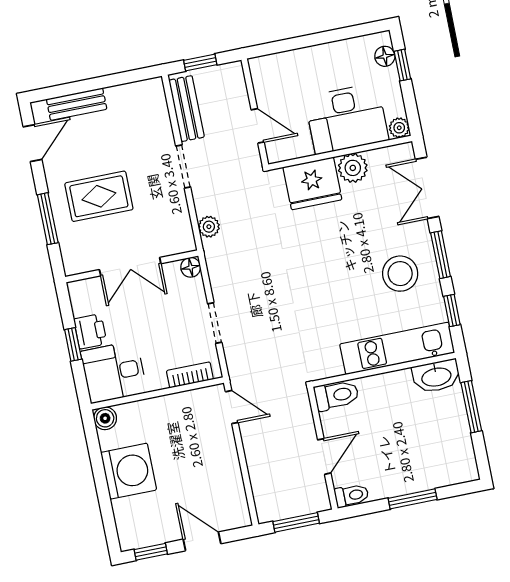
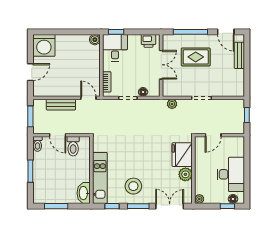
bench: (187, 109) -> (61, 105), moved
desk: (346, 119) -> (231, 174), moved, turned 180
rug: (99, 196) -> (196, 57), turned 90
window: (48, 219) -> (190, 32), width x1.44
double door: (130, 267) -> (161, 65), swing flipped
floor lamp: (191, 267) -> (143, 92), moved
printer: (90, 331) -> (148, 41), moved
window: (73, 344) -> (116, 32), moved
toilet: (336, 395) -> (73, 146), moved
door: (232, 407) -> (88, 98), swing flipped
window: (471, 407) -> (56, 206), moved
washing machine: (129, 471) -> (44, 45), moved
window: (151, 552) -> (30, 48), removed

